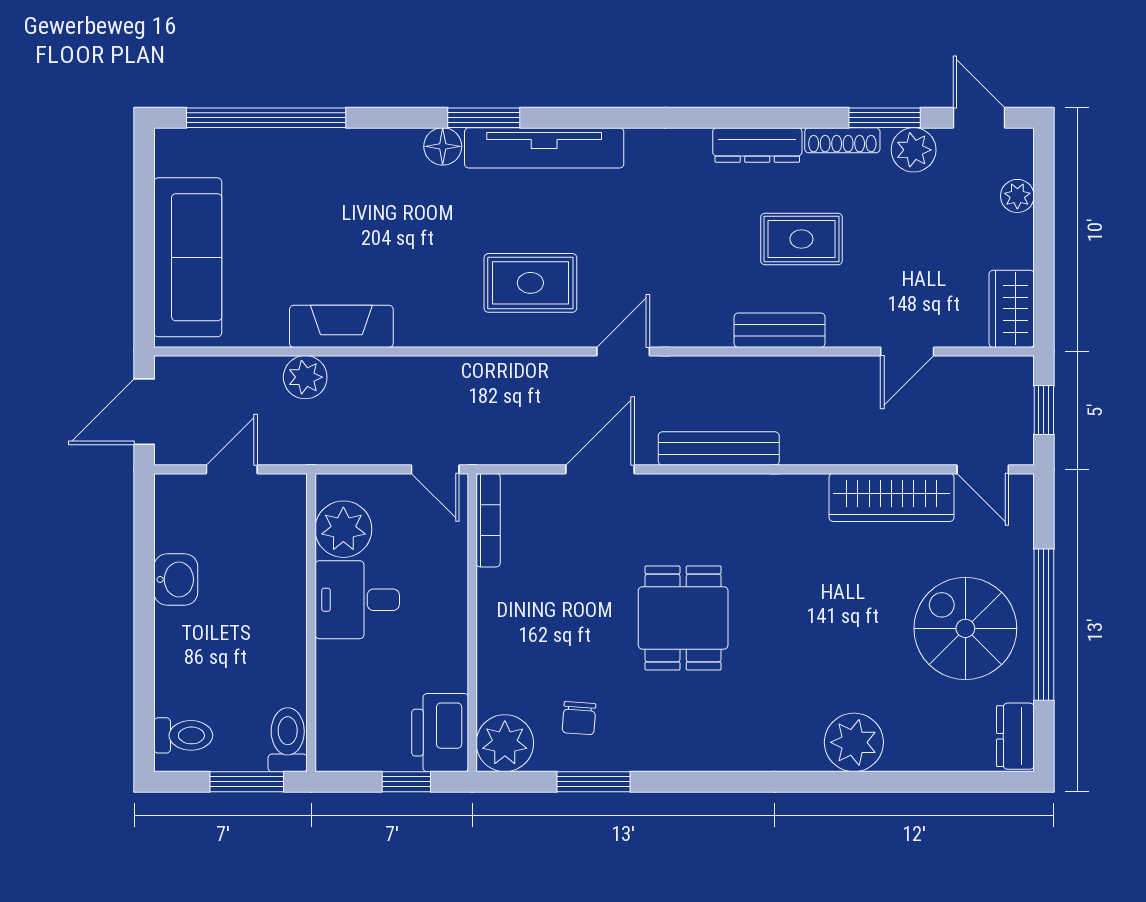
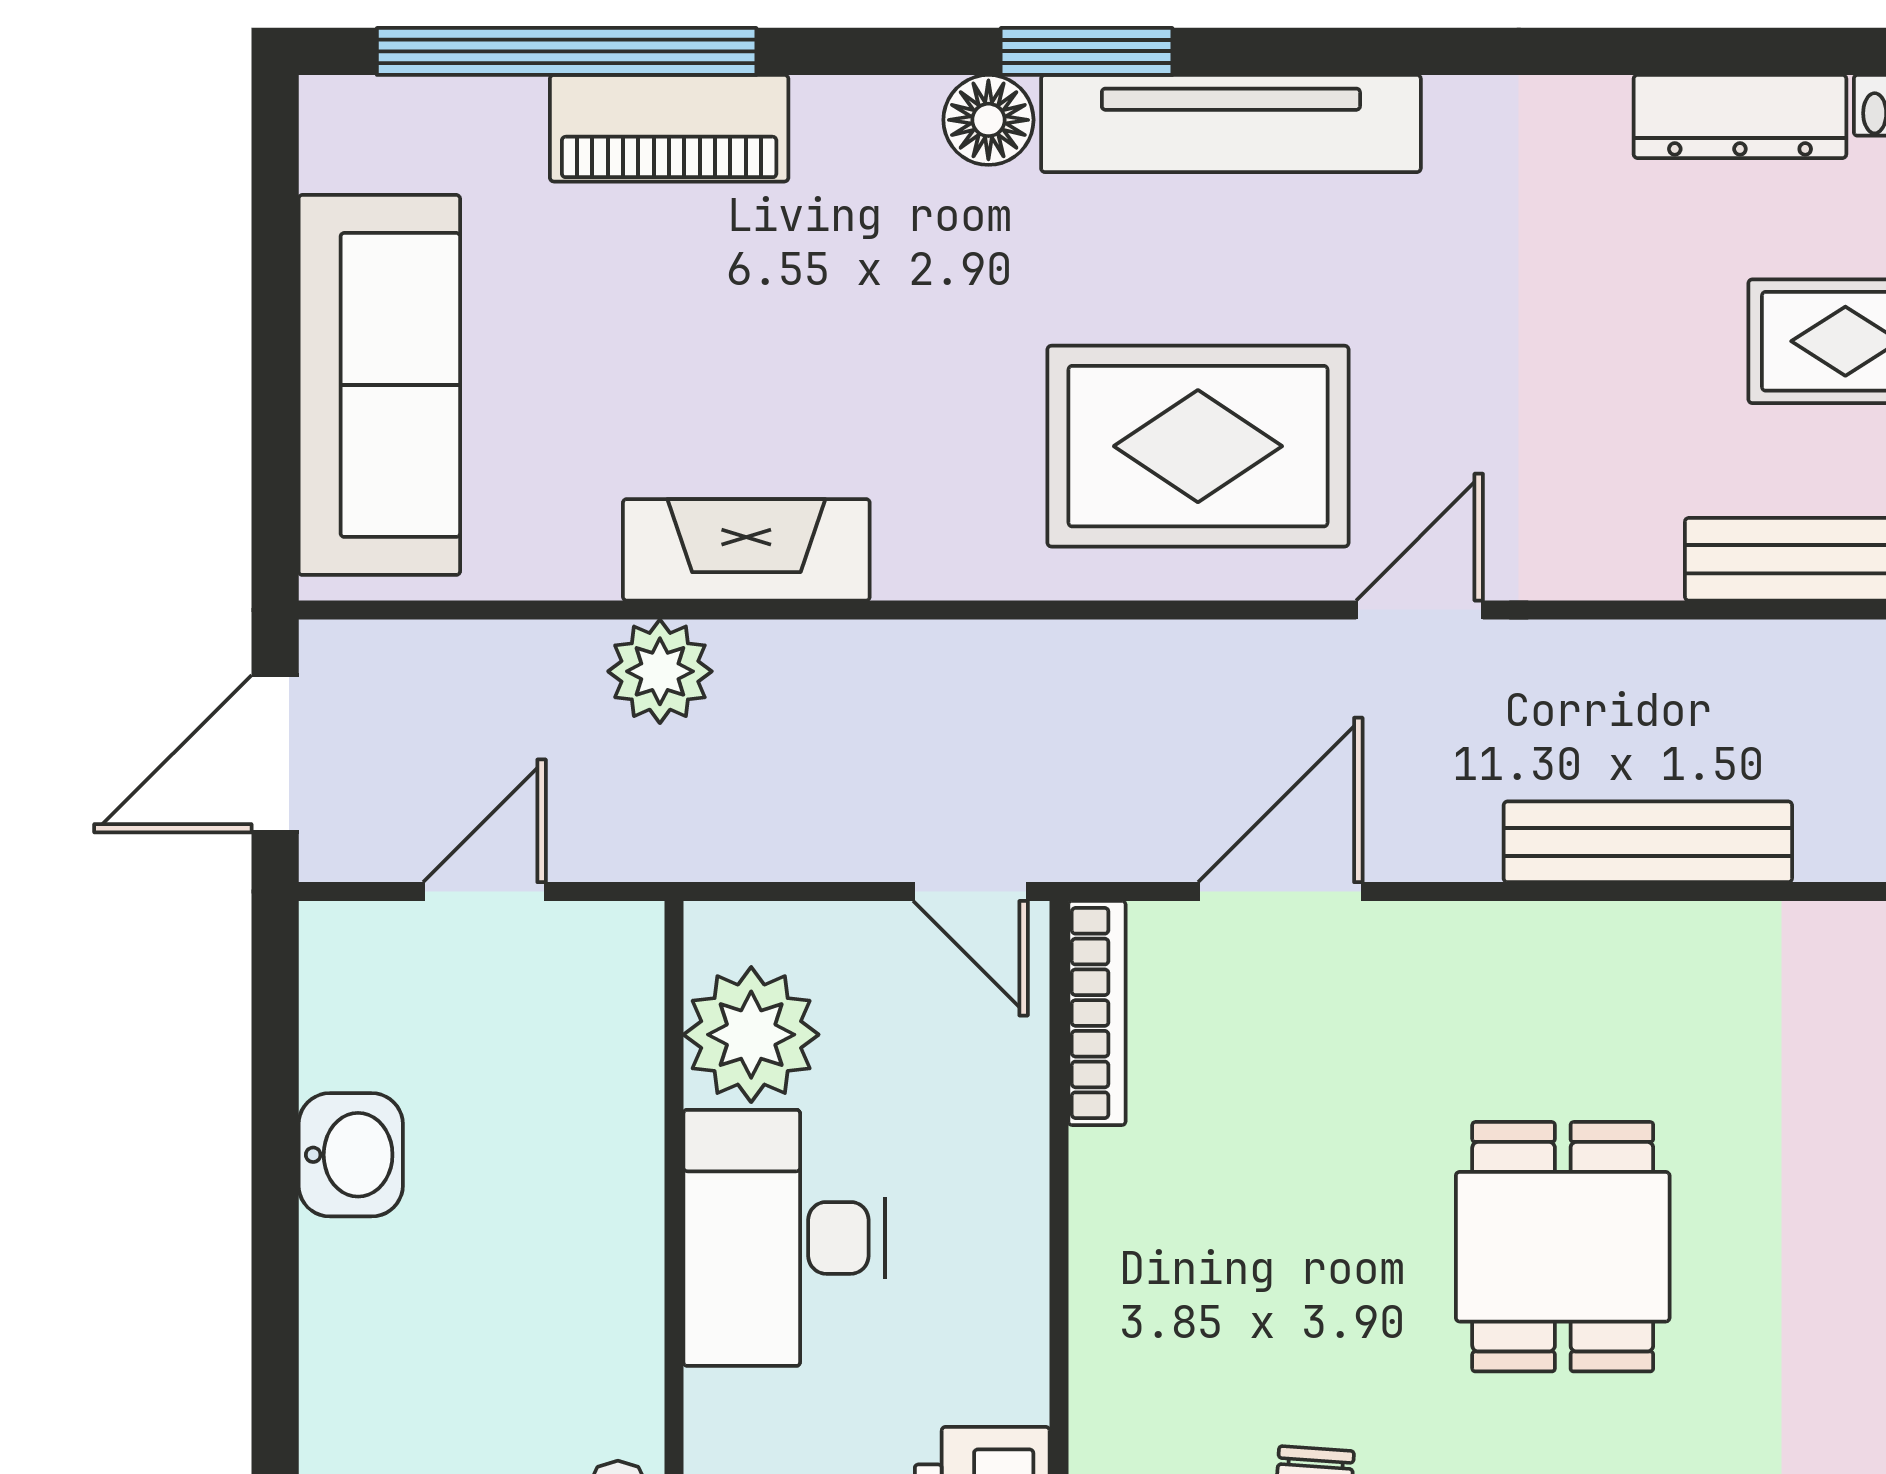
piano: (309, 150) -> (669, 128), added
rug: (530, 283) -> (1198, 446), width x1.36, depth x1.43
door: (600, 469) -> (1280, 892), moved
desk: (357, 600) -> (784, 1238), width x1.37

